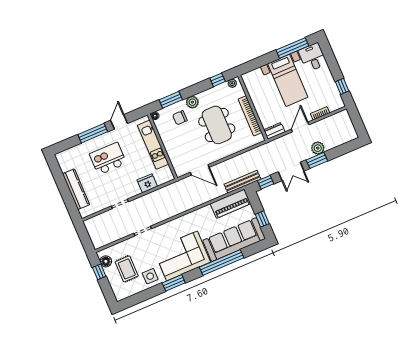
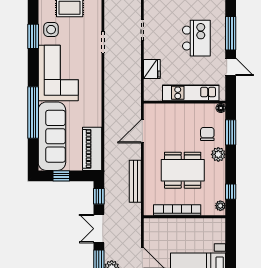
dresser: (274, 131) -> (150, 229), removed
bench: (242, 182) -> (135, 181), moved
window: (174, 283) -> (33, 36), moved

